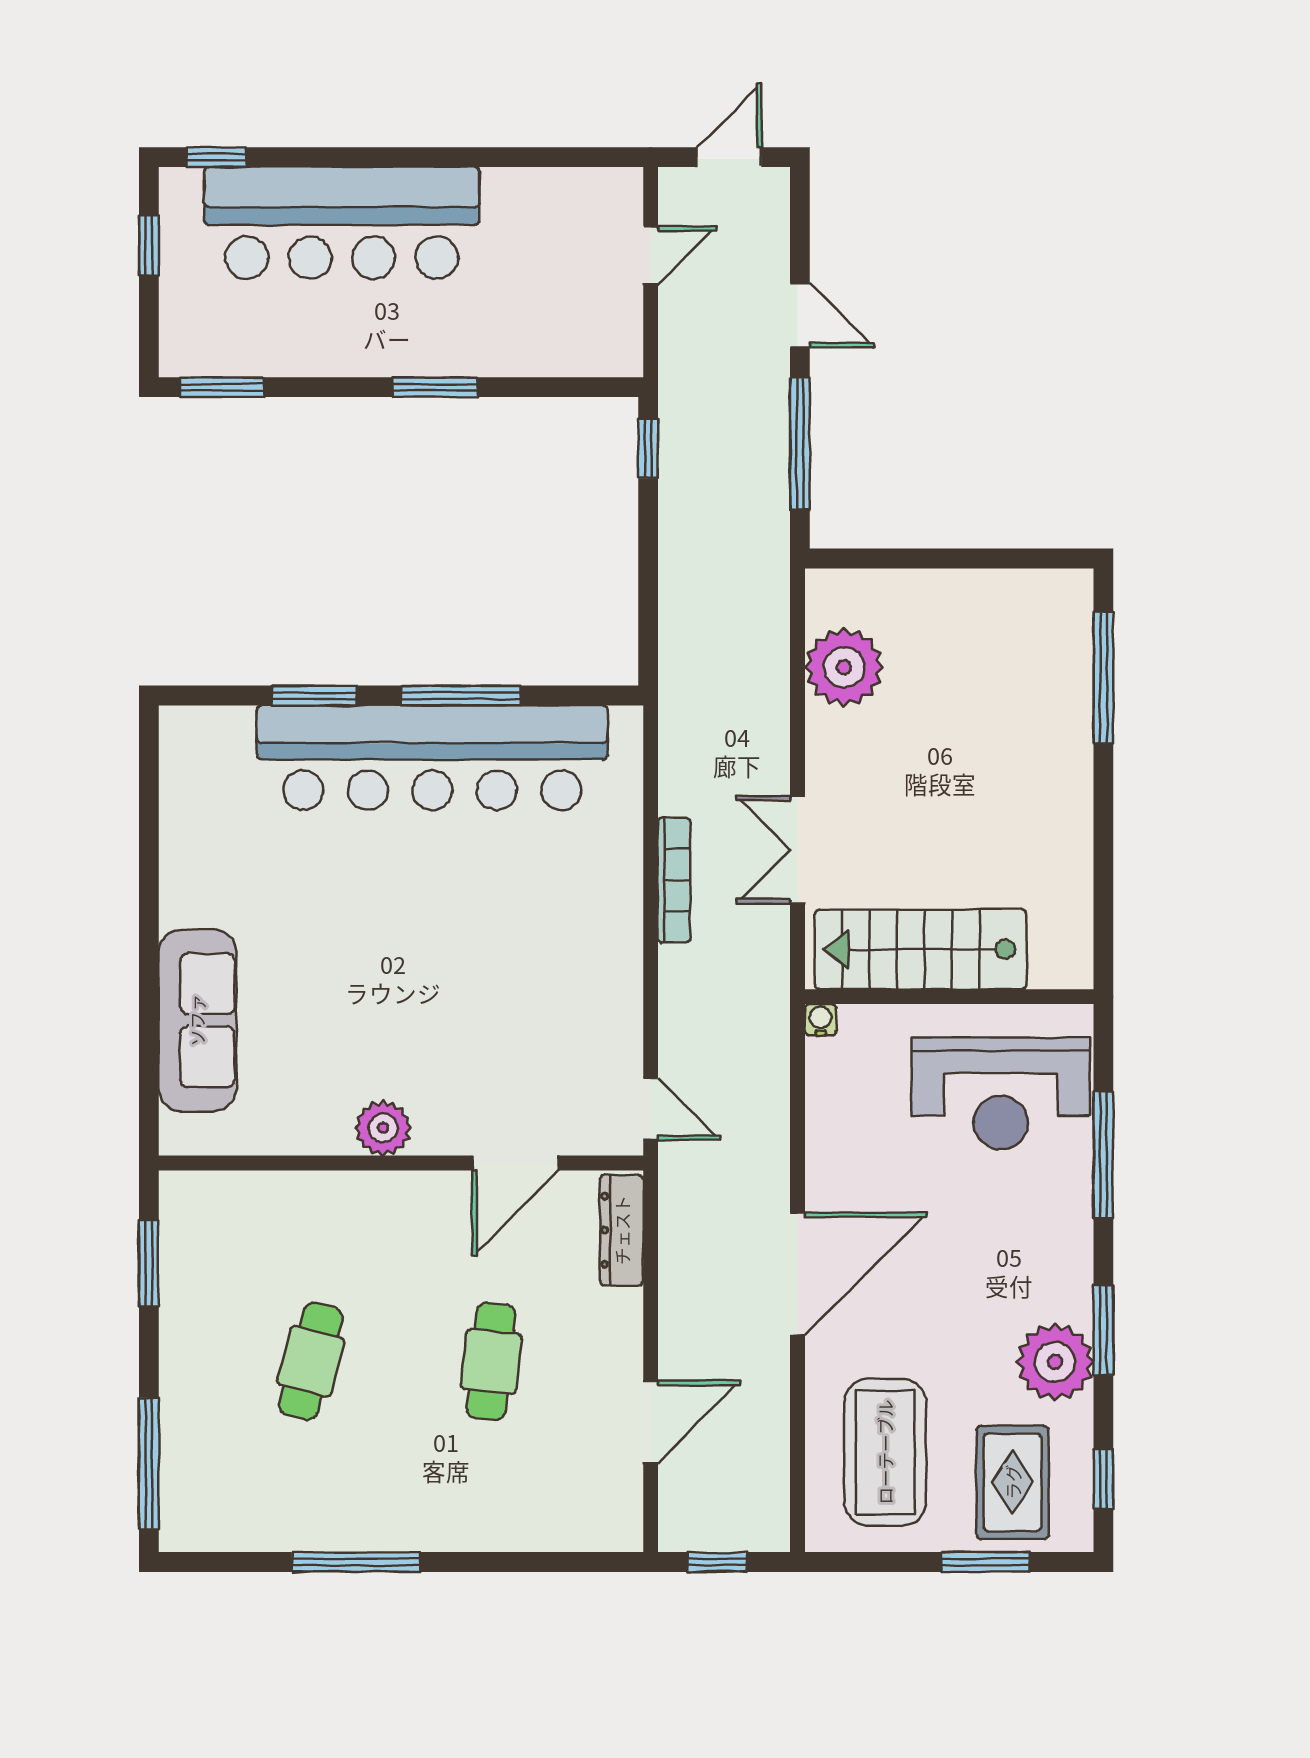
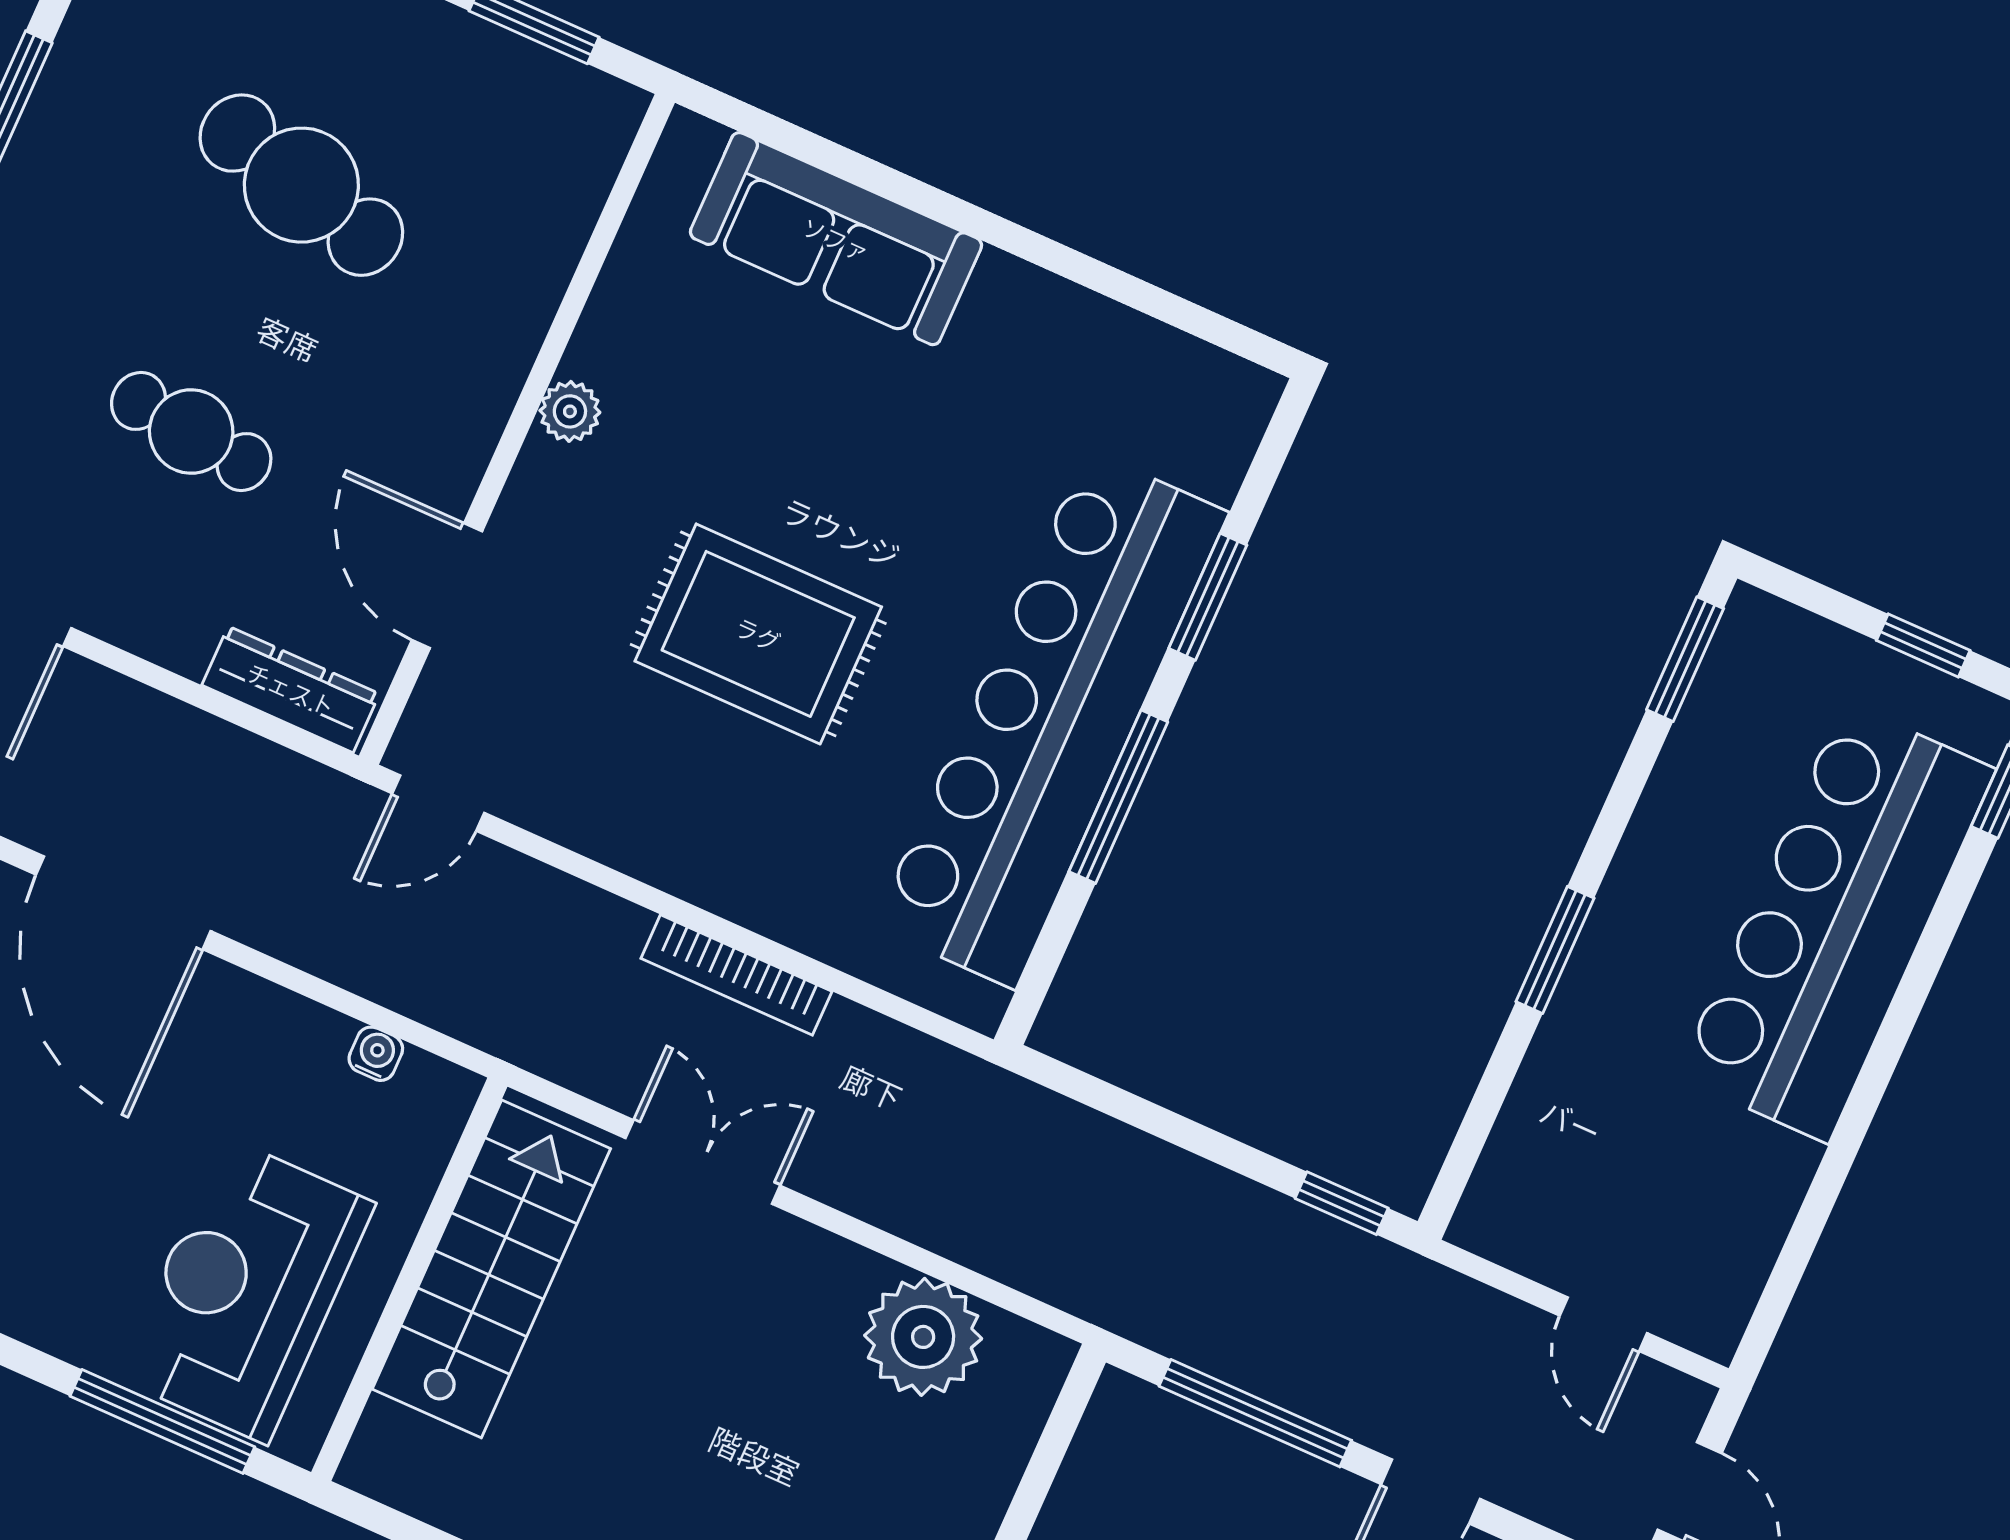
rug: (460, 960) -> (758, 634), added
water cooler: (821, 1020) -> (376, 1054), moved, turned -90
plant: (383, 1128) -> (570, 411), width x0.73, depth x0.73
window: (1103, 1155) -> (162, 1421), moved
cafe table: (311, 1361) -> (301, 185), width x1.37, depth x1.35

